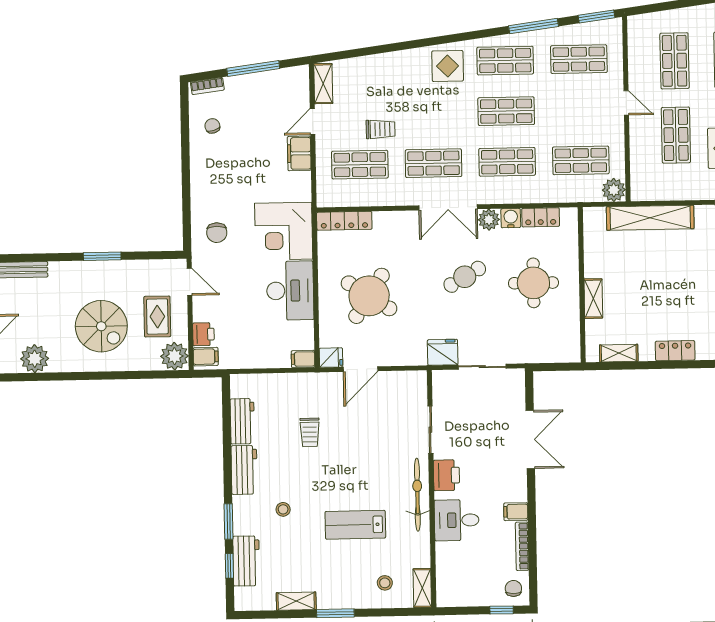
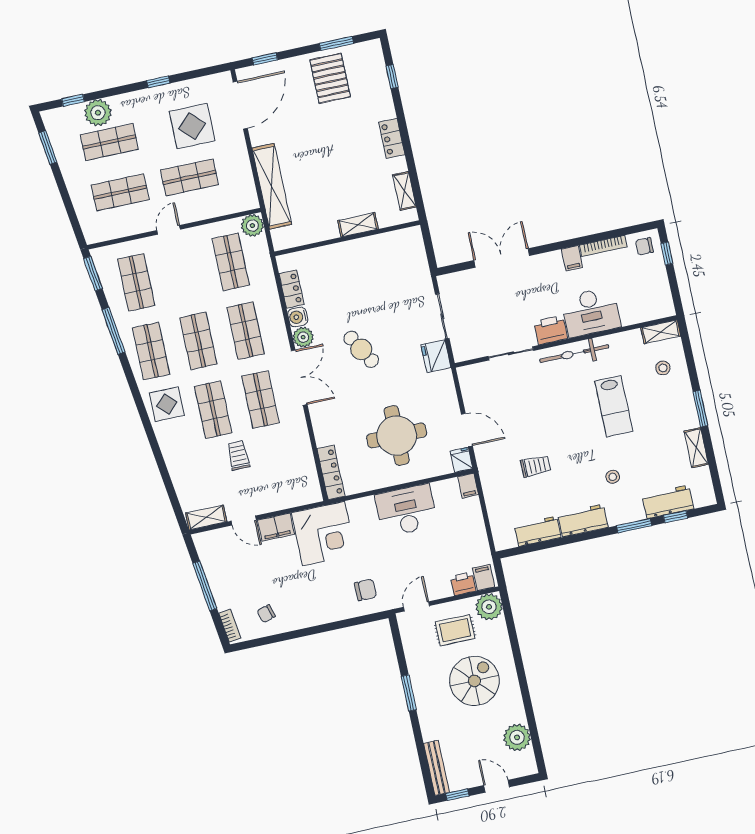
shop shelf: (360, 165) -> (213, 410), moved
corner desk: (284, 231) -> (324, 534), moved
round table: (533, 283) -> (354, 284), removed
round table: (369, 296) -> (397, 436), turned -33
desk: (457, 520) -> (591, 312), width x1.37

